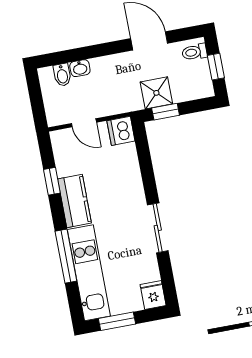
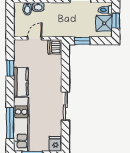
shower: (156, 93) -> (104, 23), moved
door: (84, 123) -> (35, 38), swing flipped
window: (66, 256) -> (10, 123), moved

